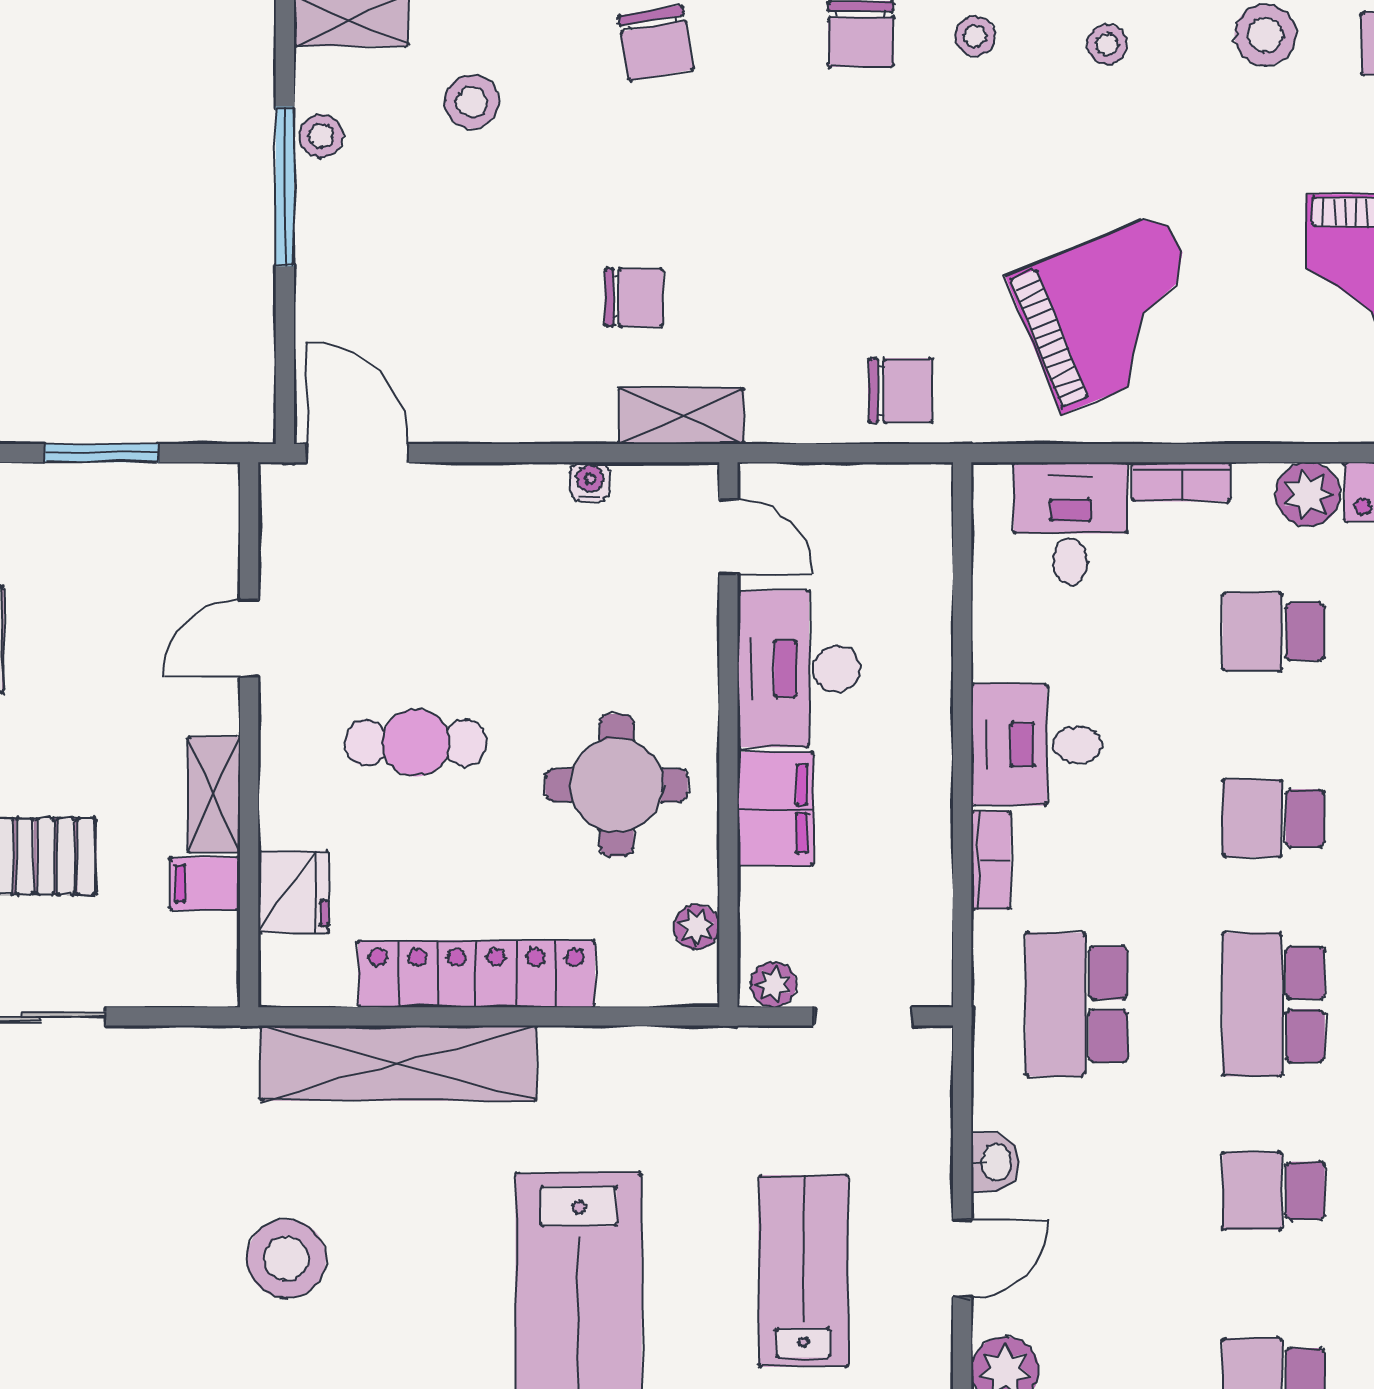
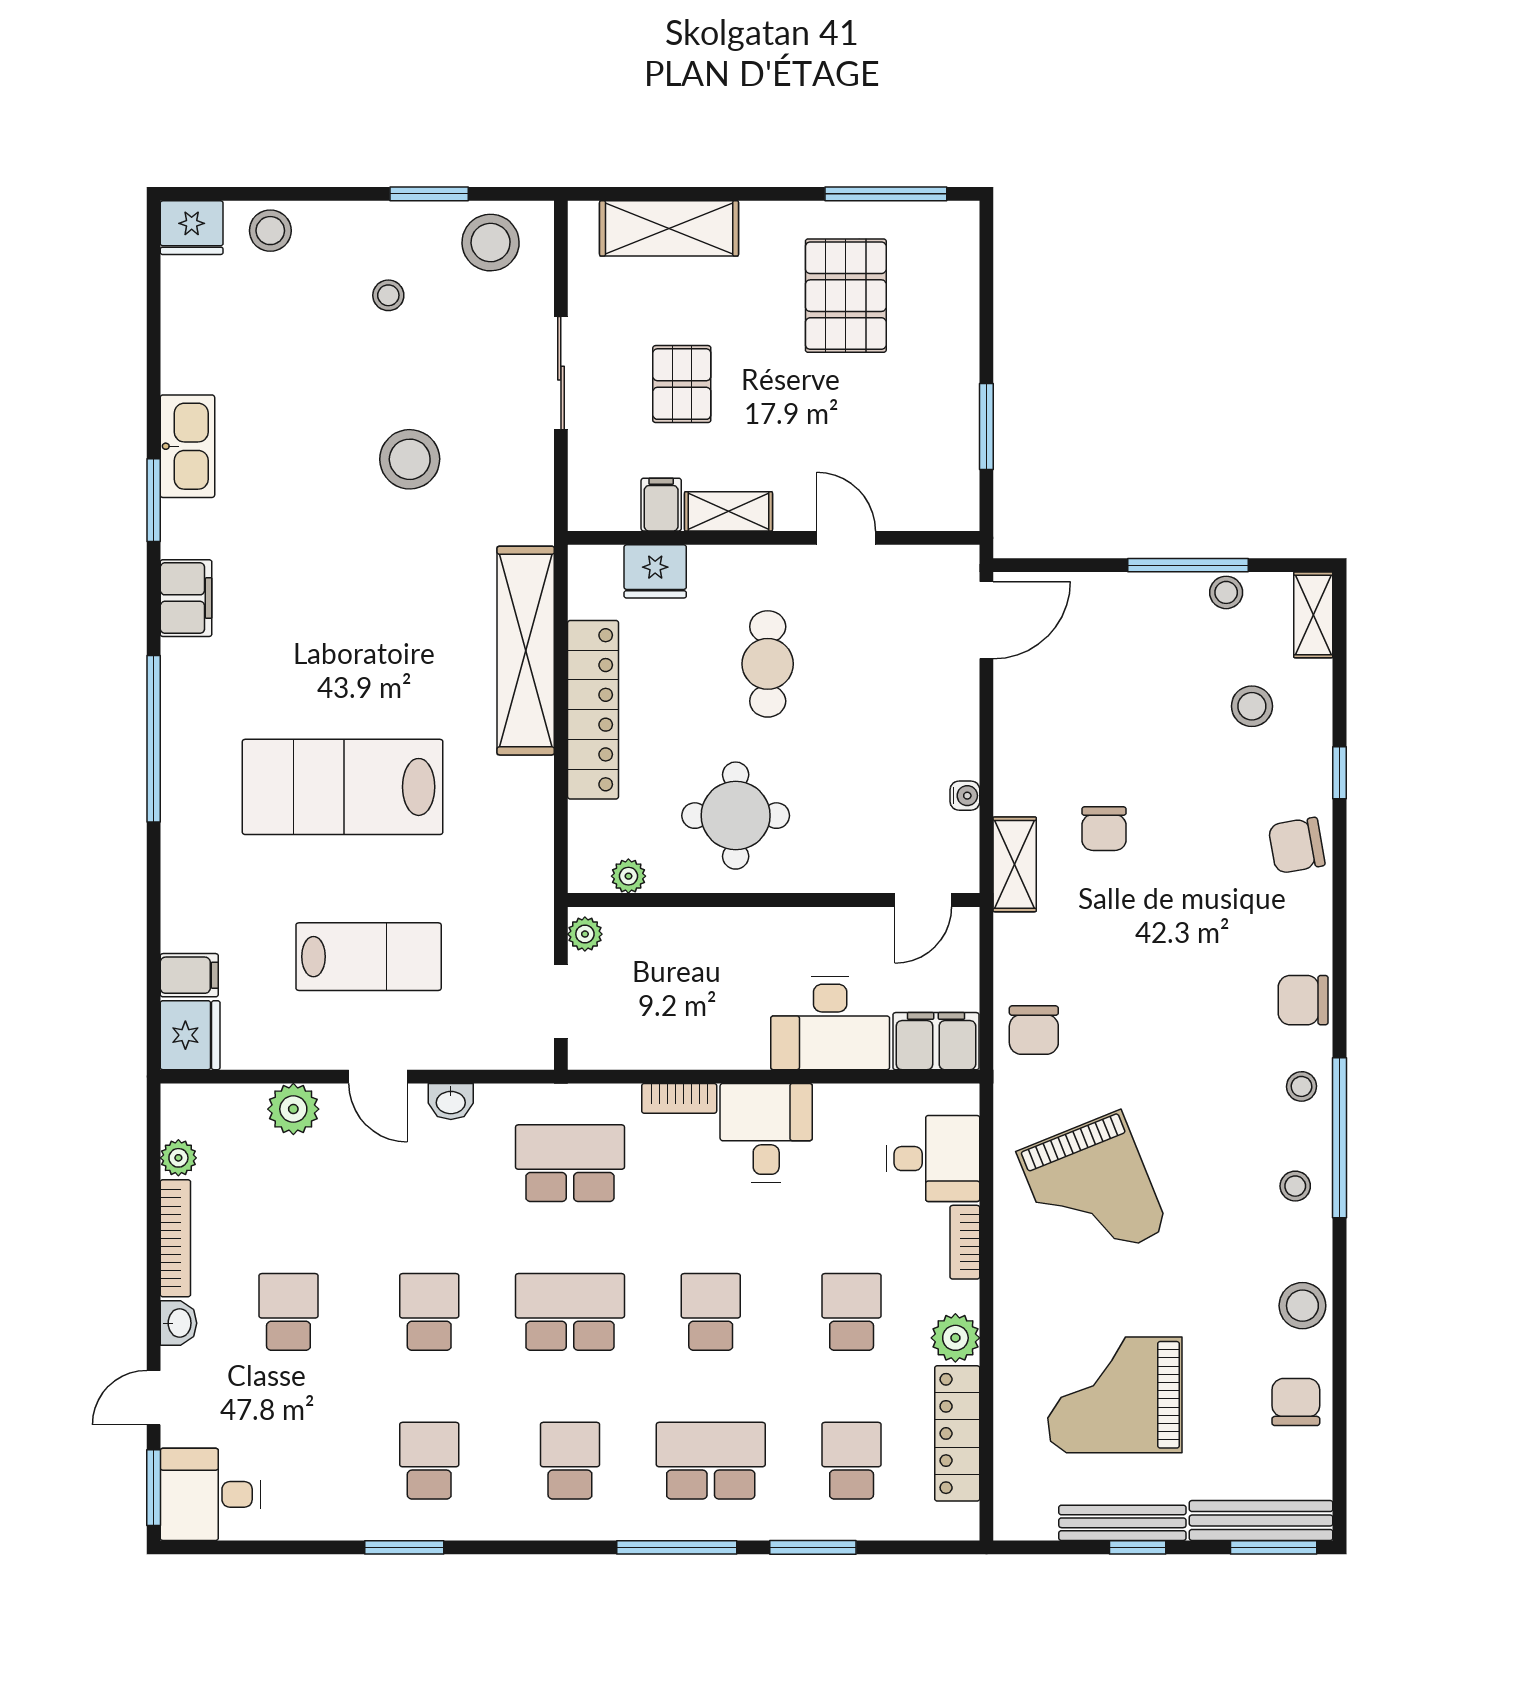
desk: (799, 669) -> (830, 1023), moved, turned 180
filing cabinet: (775, 809) -> (936, 1041), moved, turned 180
stool: (287, 1259) -> (410, 459), moved

